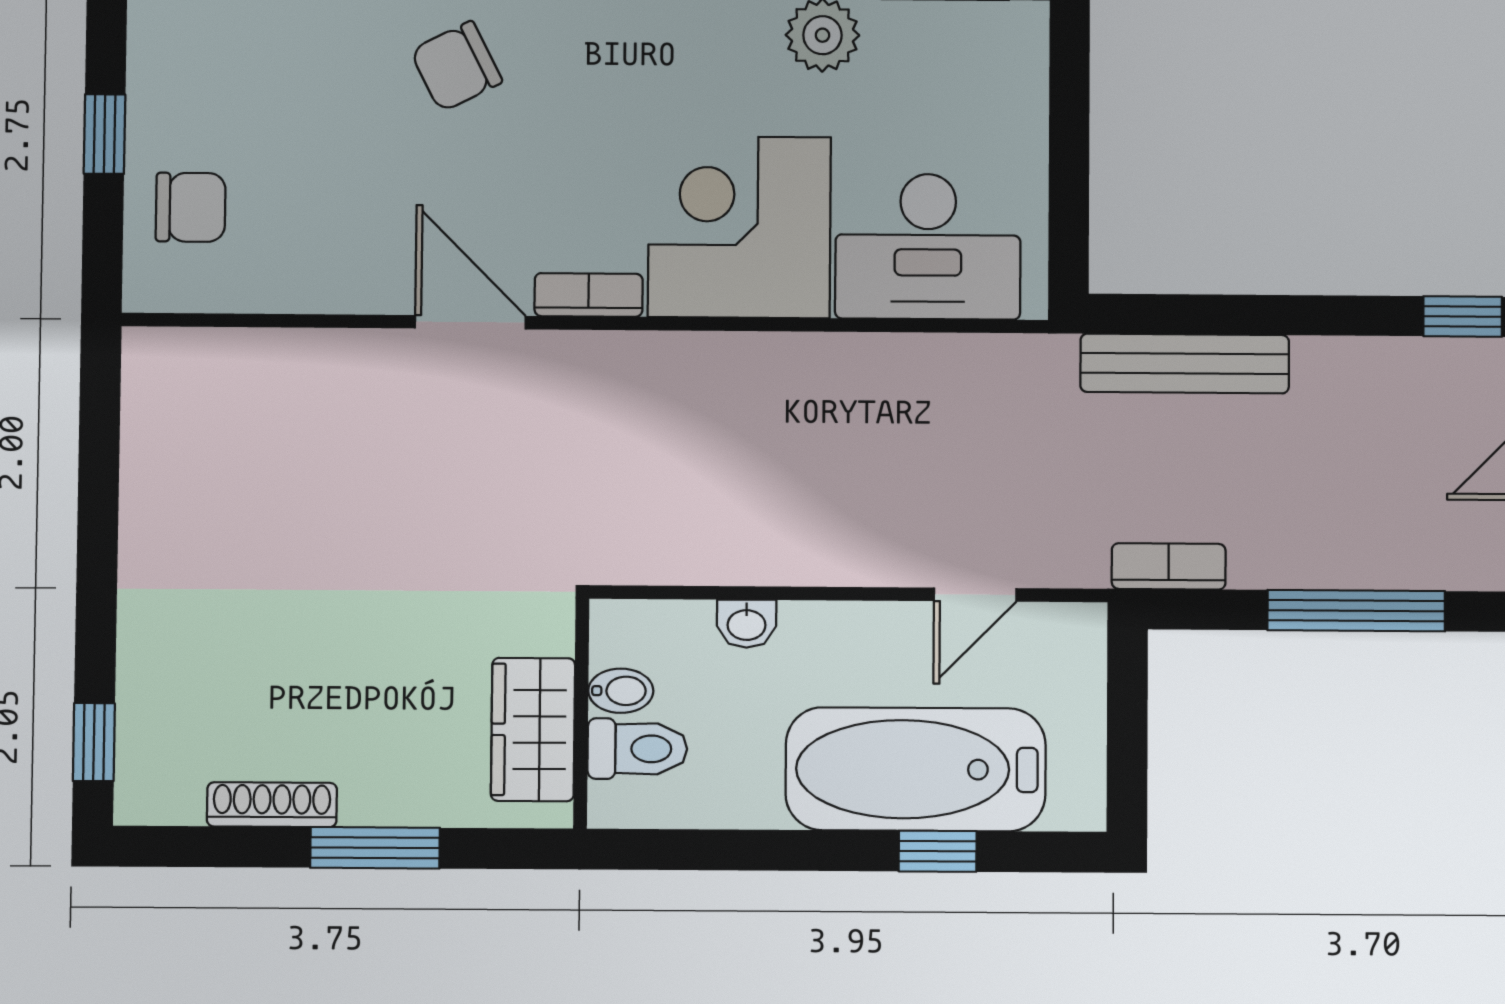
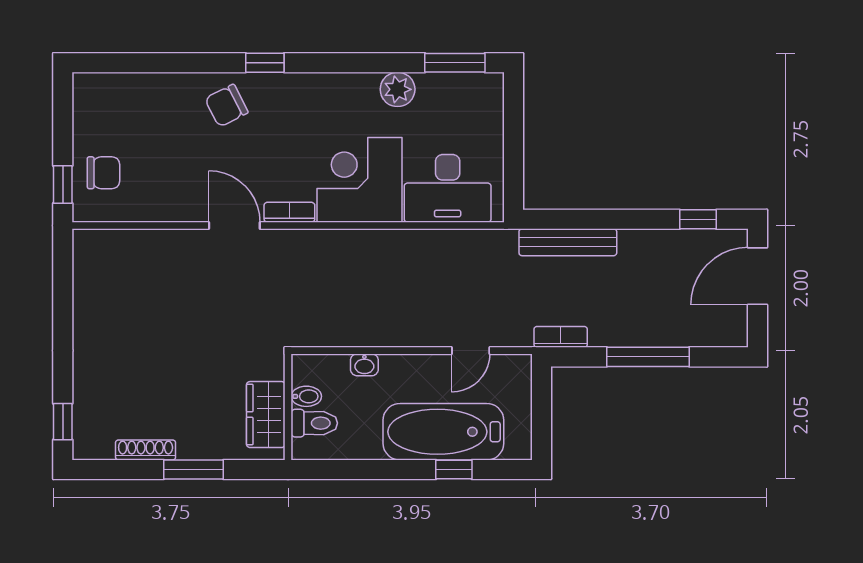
window: (105, 134) -> (63, 185), moved

